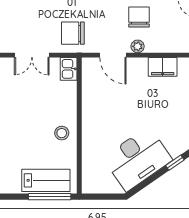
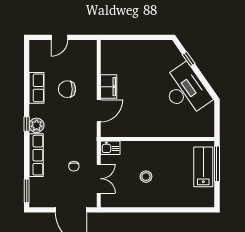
chair: (73, 33) -> (74, 166), moved, width x0.54, depth x0.54
plant: (138, 46) -> (91, 90), removed
filing cabinet: (163, 67) -> (109, 87), moved
stool: (62, 133) -> (146, 177), moved

